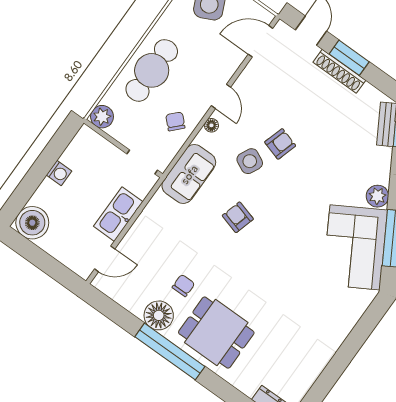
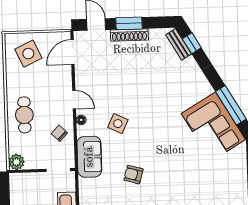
cafe table: (152, 70) -> (24, 115), width x0.73, depth x0.74
armchair: (280, 144) -> (127, 101), removed
plant: (377, 196) -> (204, 88), removed
armchair: (238, 217) -> (133, 174), moved

